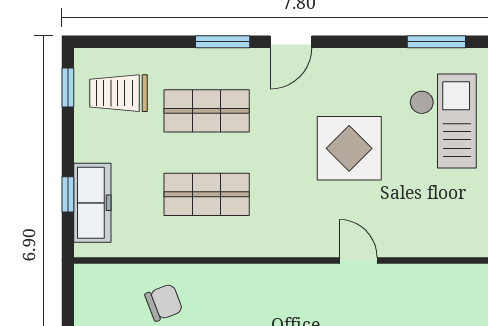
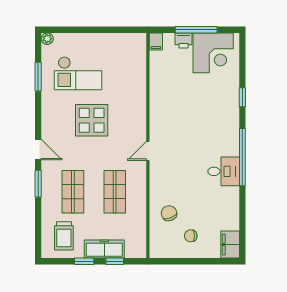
window: (68, 88) -> (84, 261), moved
checkout: (443, 121) -> (78, 73), turned 180
freezer: (92, 203) -> (104, 249), moved
door: (358, 260) -> (148, 151), moved

